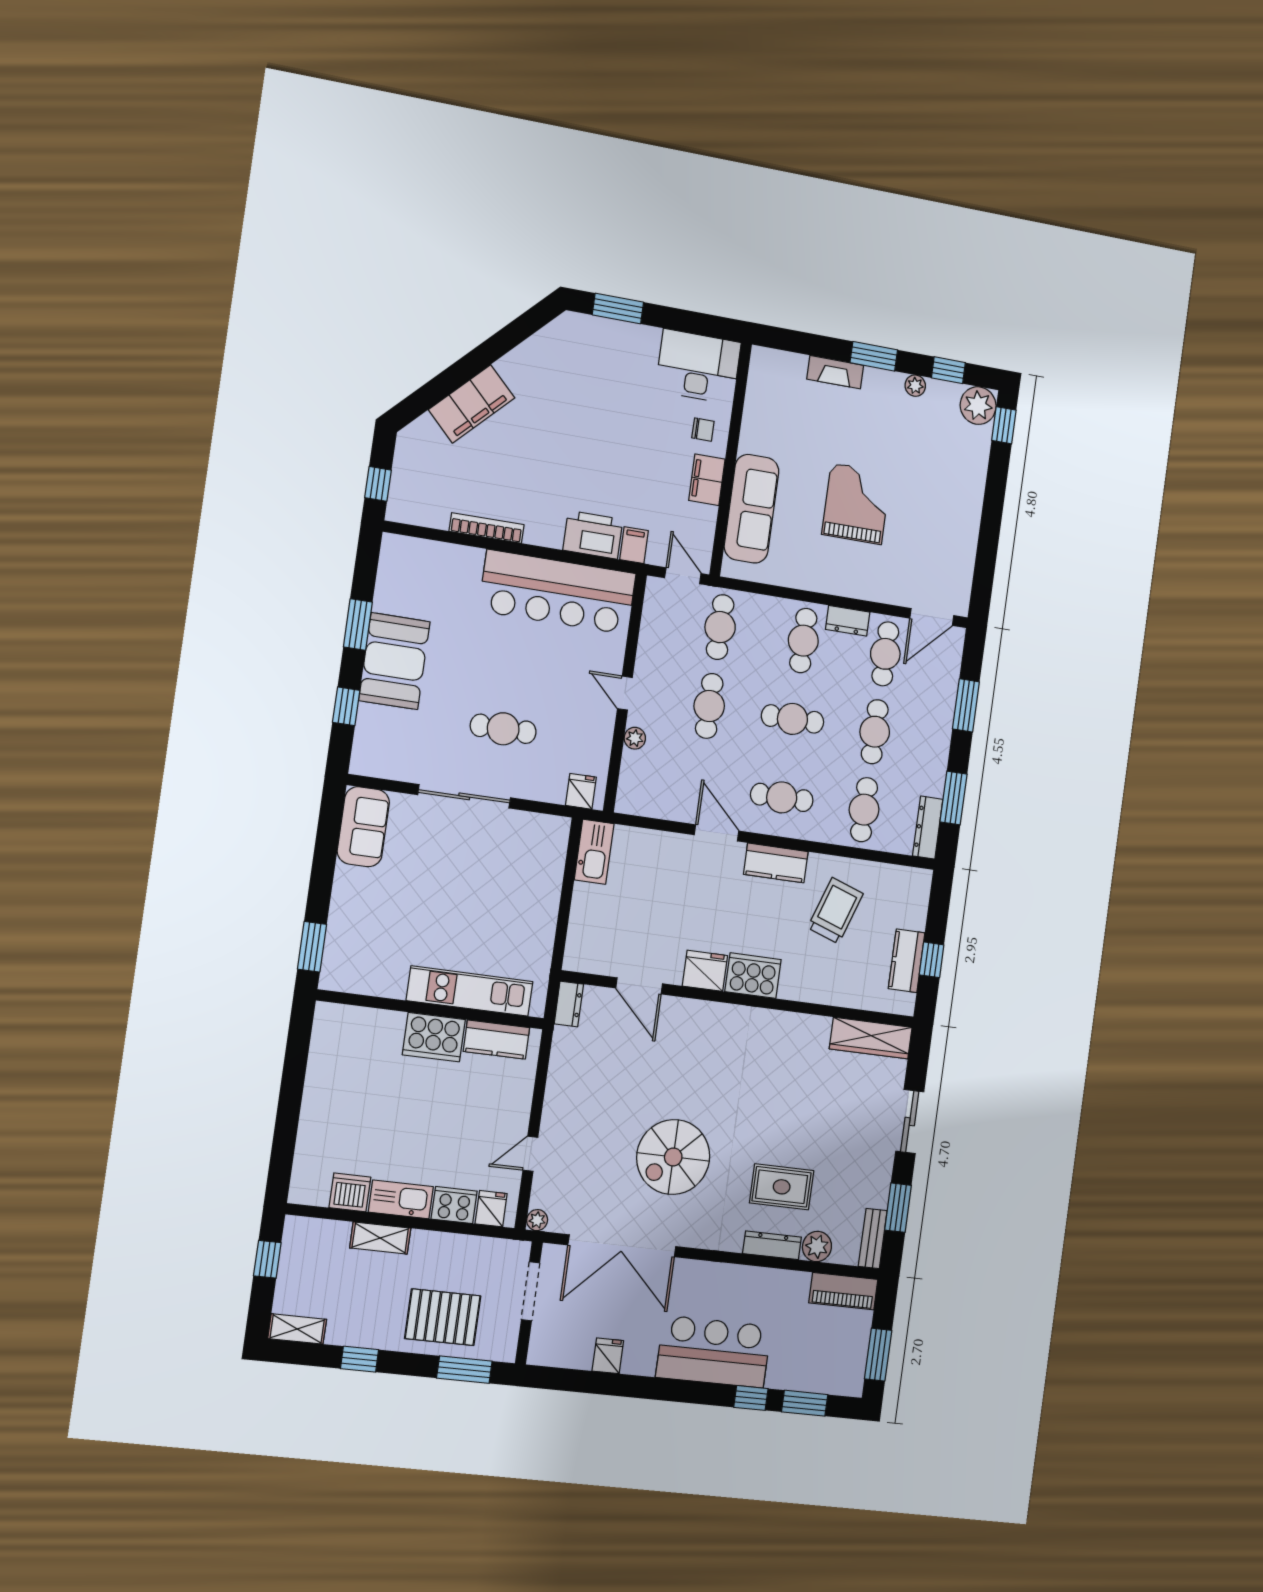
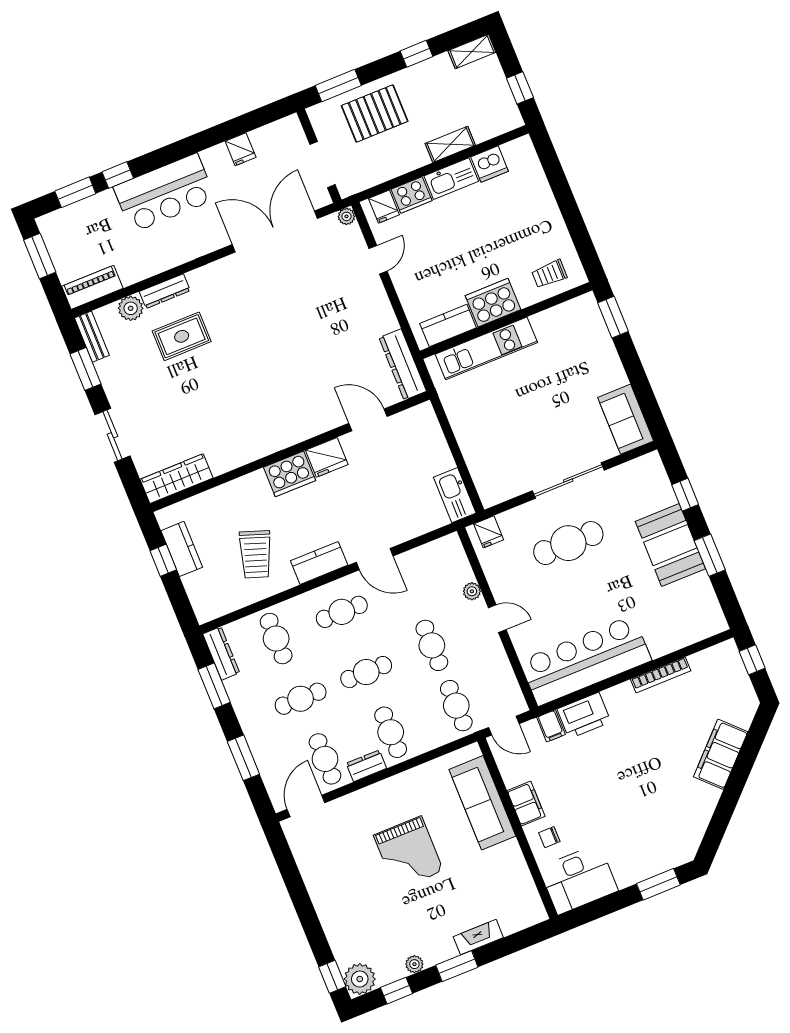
cafe table: (503, 729) -> (568, 543), width x1.37, depth x1.35
cafe table: (875, 732) -> (301, 699), turned 90
dresser: (569, 1004) -> (403, 364), width x1.96, depth x1.24
trolley: (354, 1034) -> (549, 274), added
spiral stairs: (673, 1157) -> (274, 314), removed

